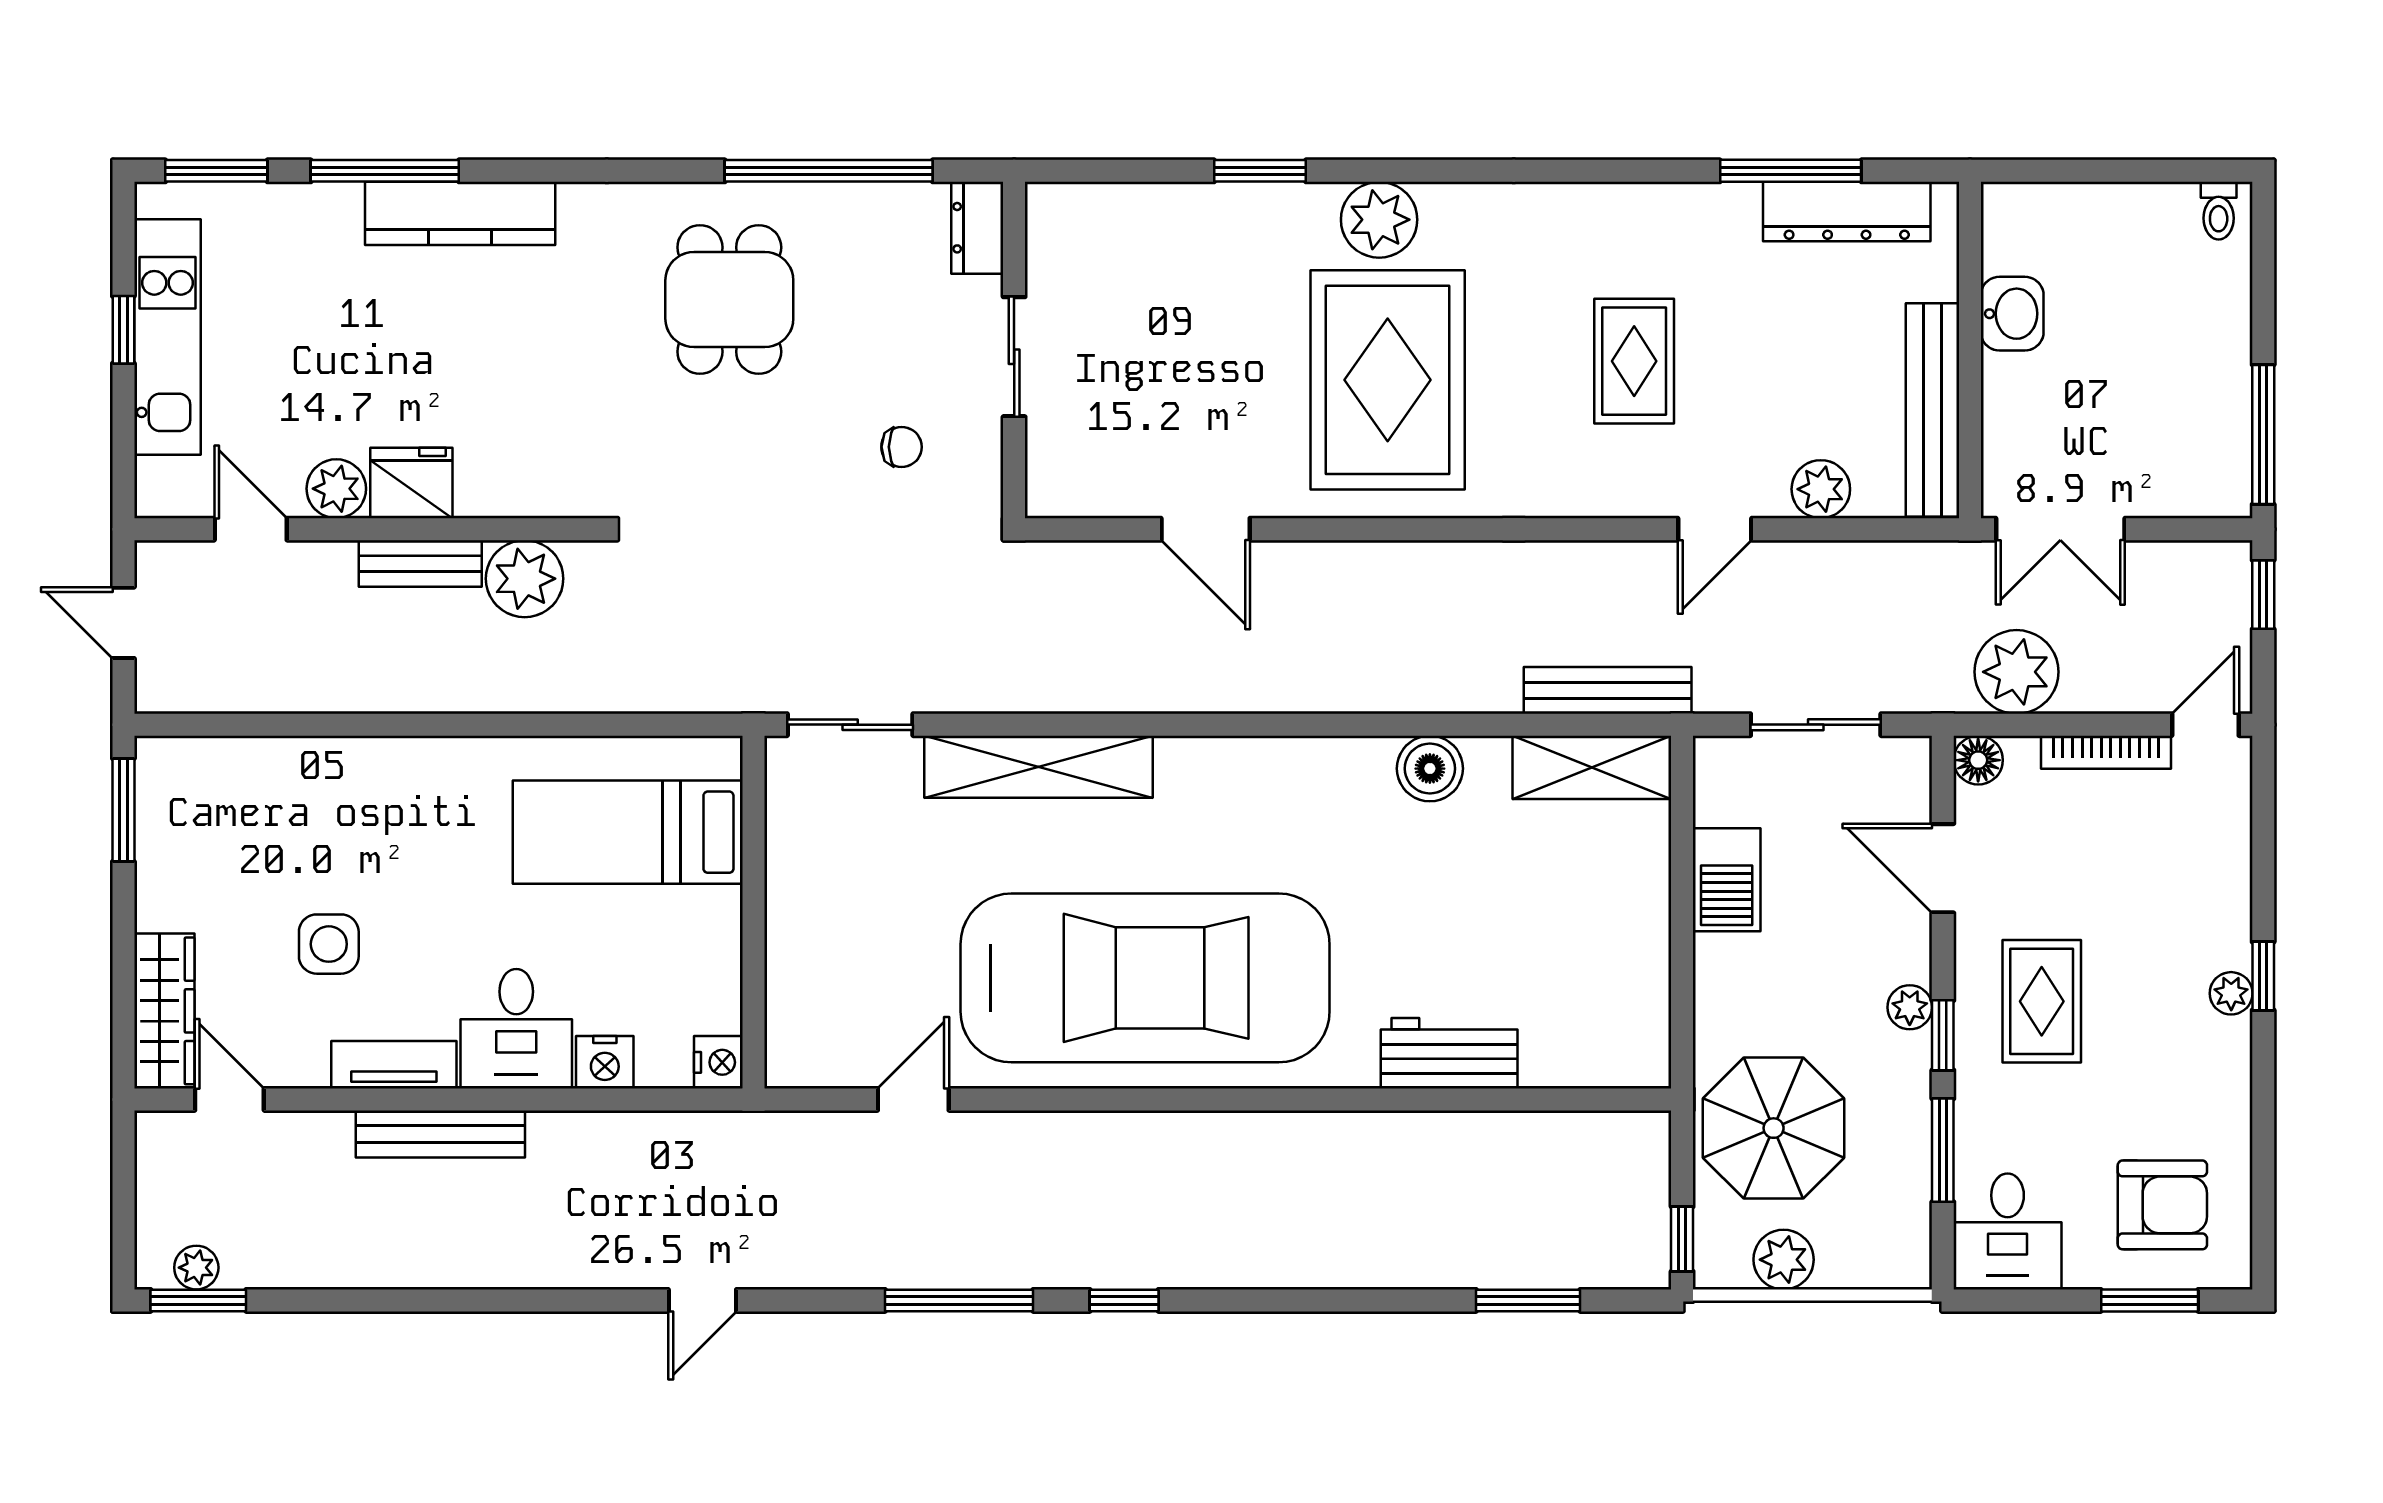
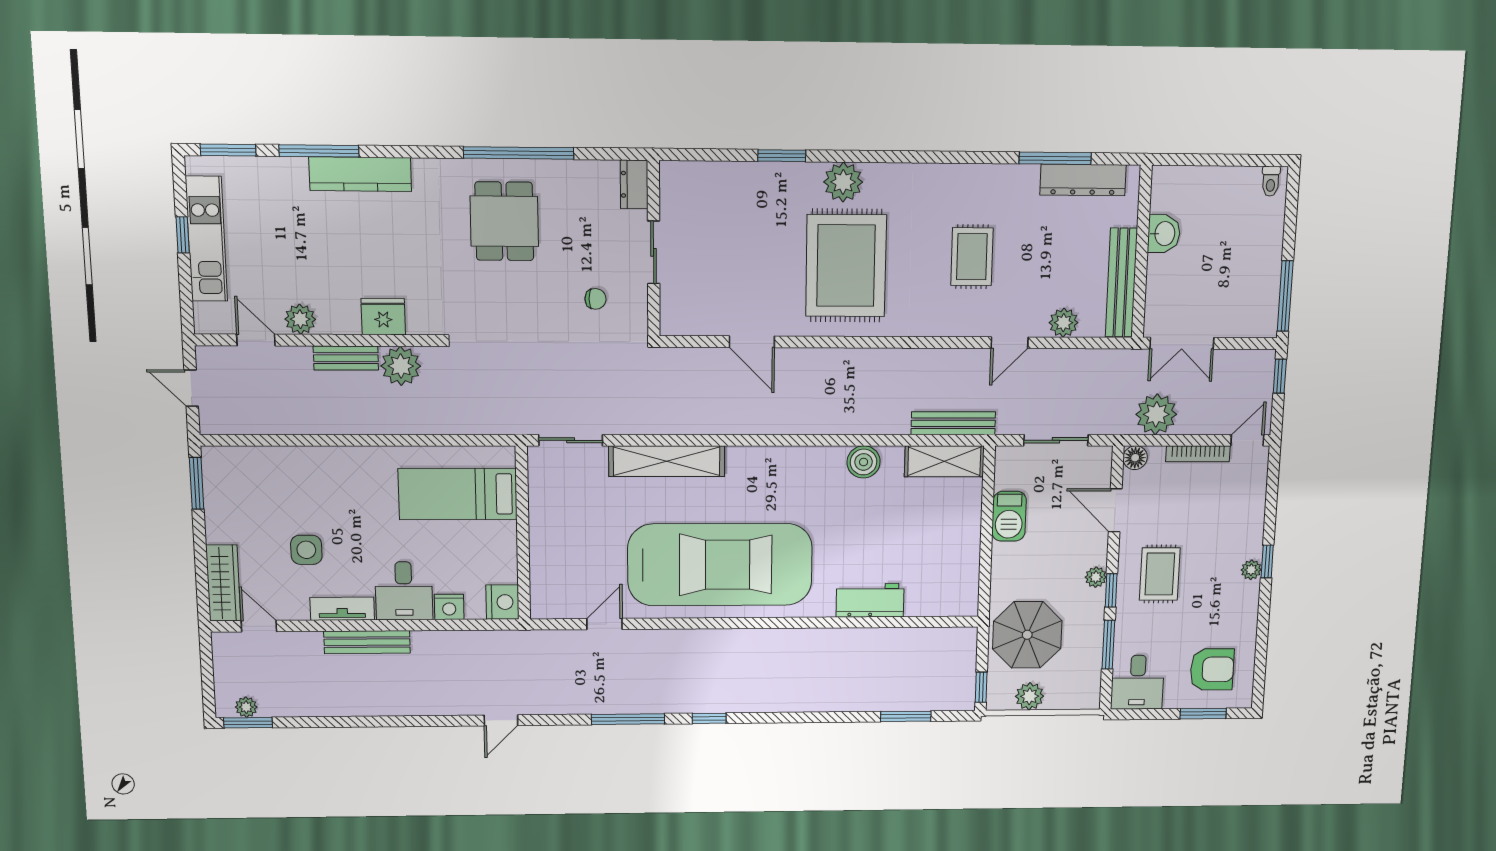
window: (829, 171) -> (519, 153), moved
fridge: (411, 483) -> (383, 317), moved
nightstand: (718, 1062) -> (502, 602), width x1.36, depth x1.33

